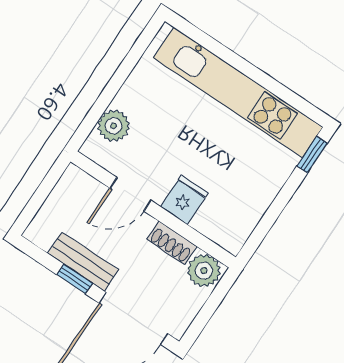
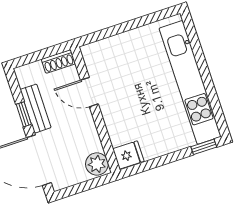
plant: (114, 126) -> (109, 48), removed
fridge: (184, 200) -> (128, 155), moved
shoe rack: (172, 243) -> (58, 61), moved, turned -90

